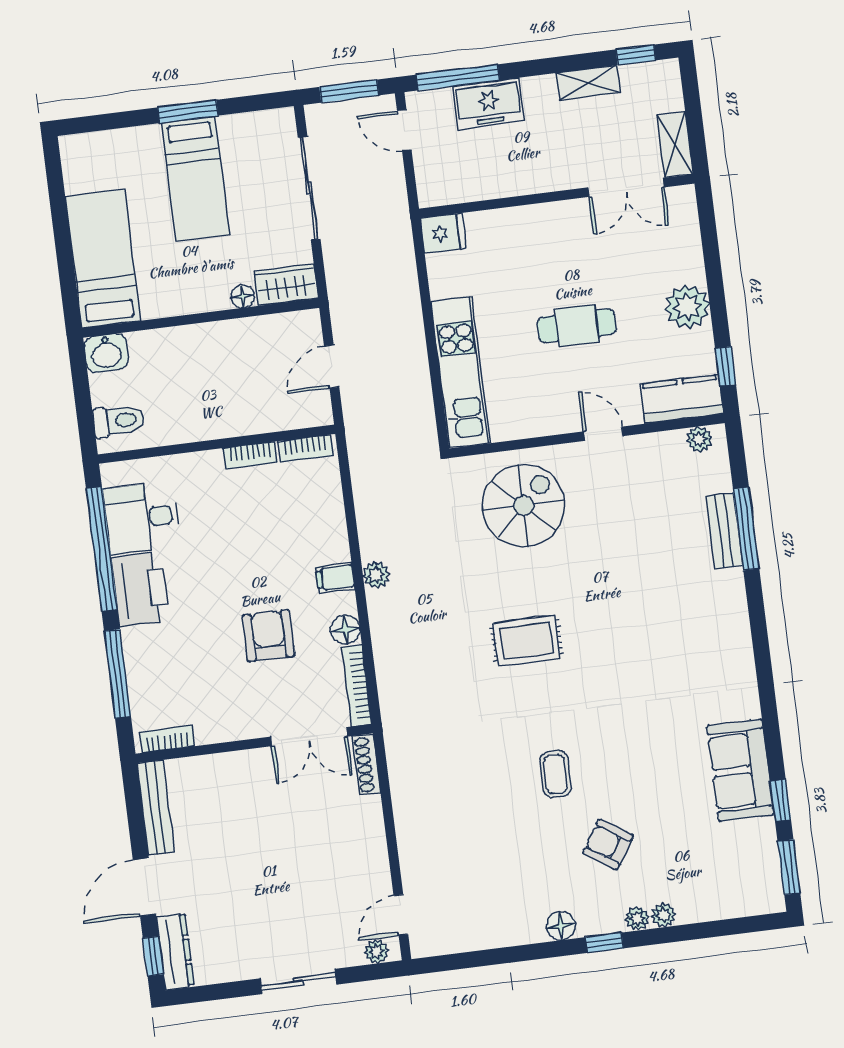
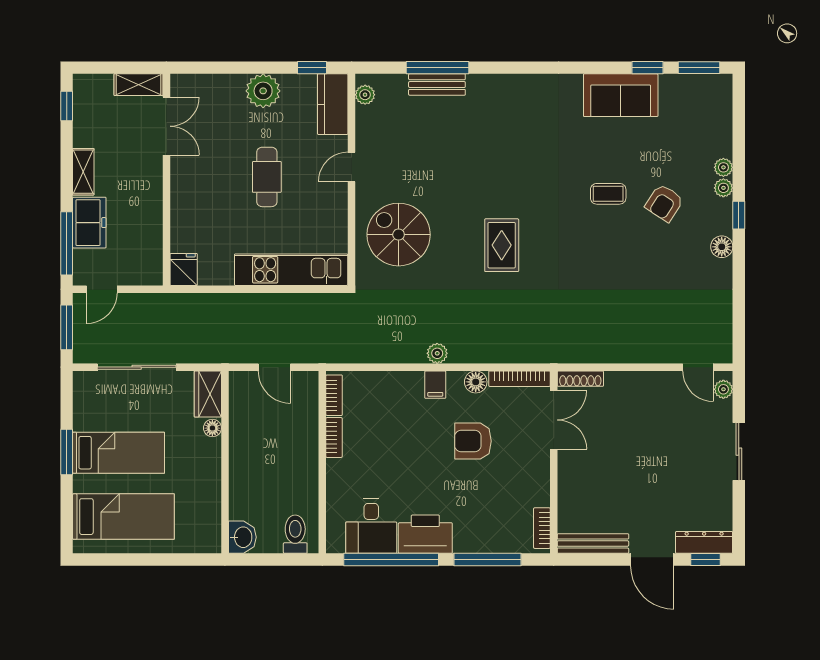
shelving: (588, 83) -> (83, 172), moved
bed: (103, 259) -> (123, 517), moved, turned 180
coffee table: (556, 774) -> (608, 194), moved

